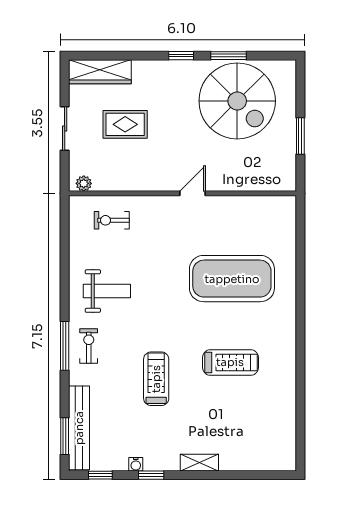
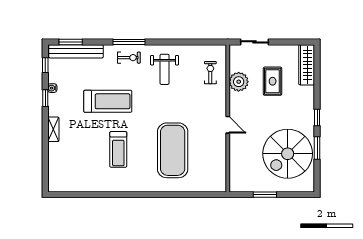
sliding door: (65, 128) -> (255, 42), moved
plant: (84, 183) -> (239, 82), moved, width x1.88, depth x1.88
treadmill: (156, 379) -> (108, 101), width x1.37, depth x1.38

